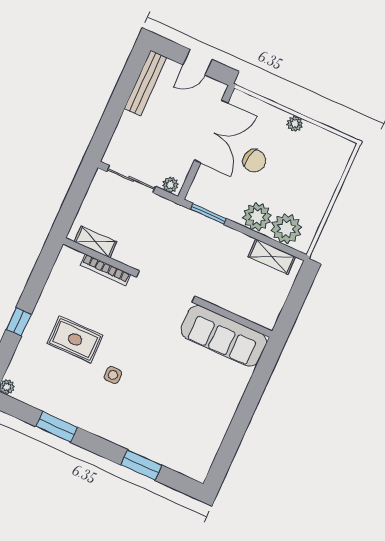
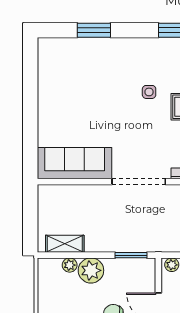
plant: (286, 229) -> (70, 265), width x0.53, depth x0.53

